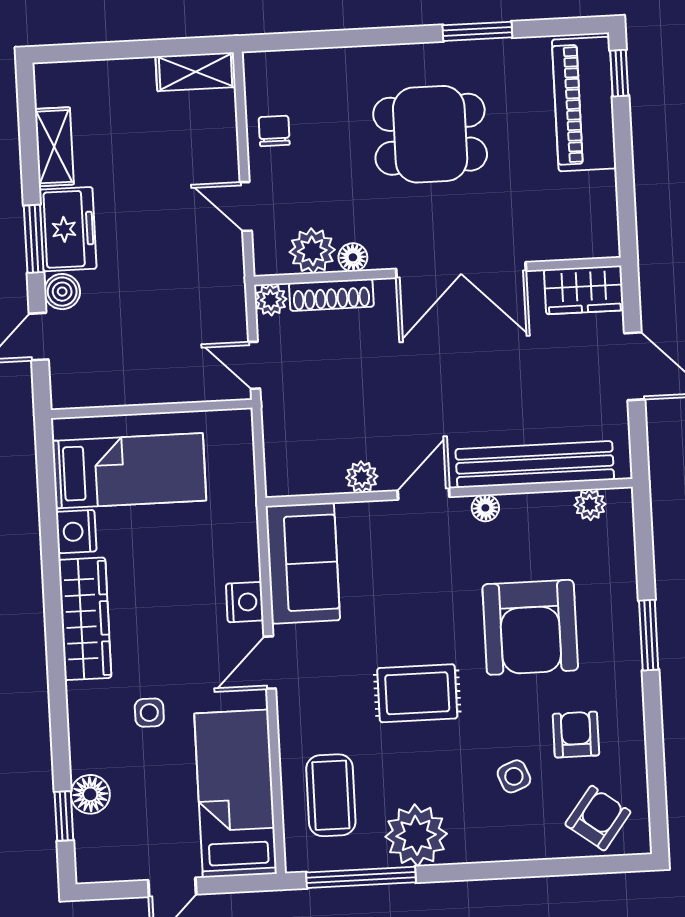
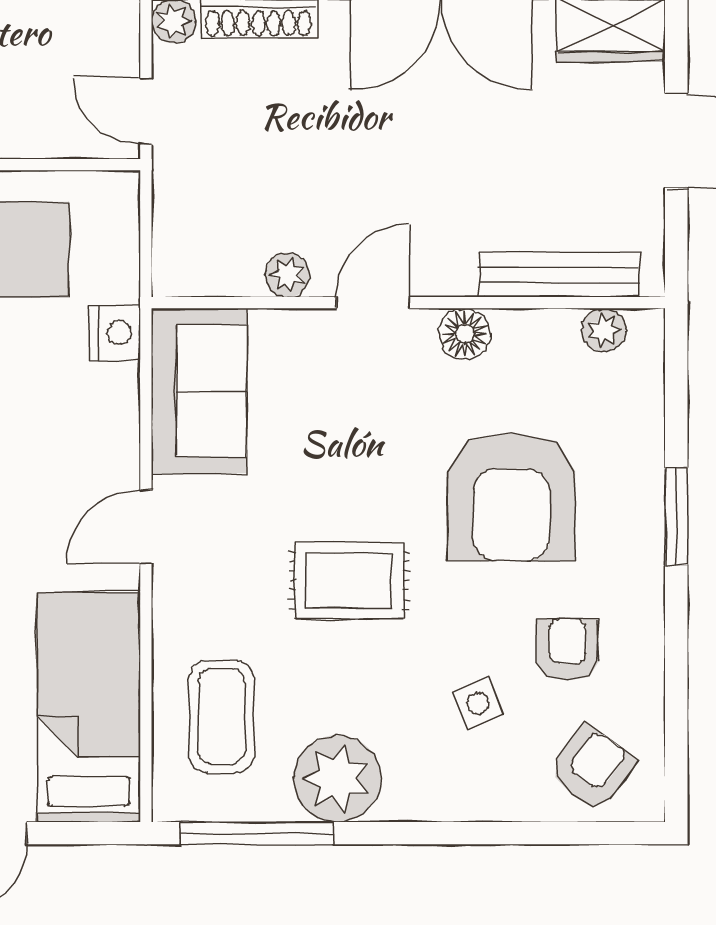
bench: (535, 464) -> (559, 275), width x0.73, depth x0.82
floor lamp: (485, 508) -> (465, 334), width x1.37, depth x1.37
nightstand: (245, 602) -> (115, 333), moved

